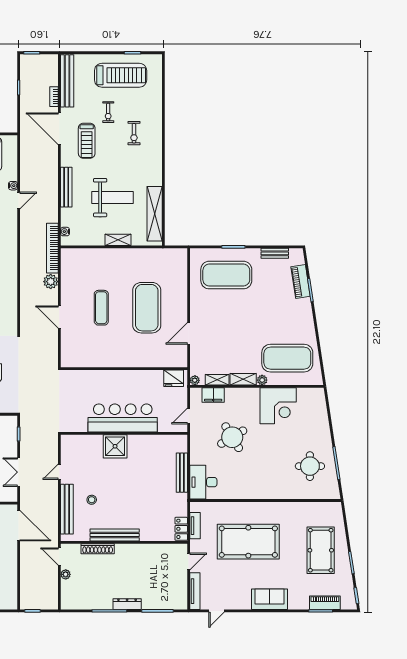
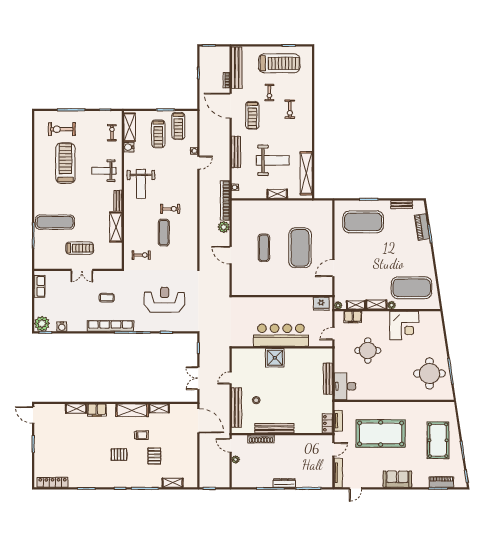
round table: (232, 437) -> (368, 351), turned 31
round table: (310, 466) -> (429, 373), width x1.36, depth x1.36

